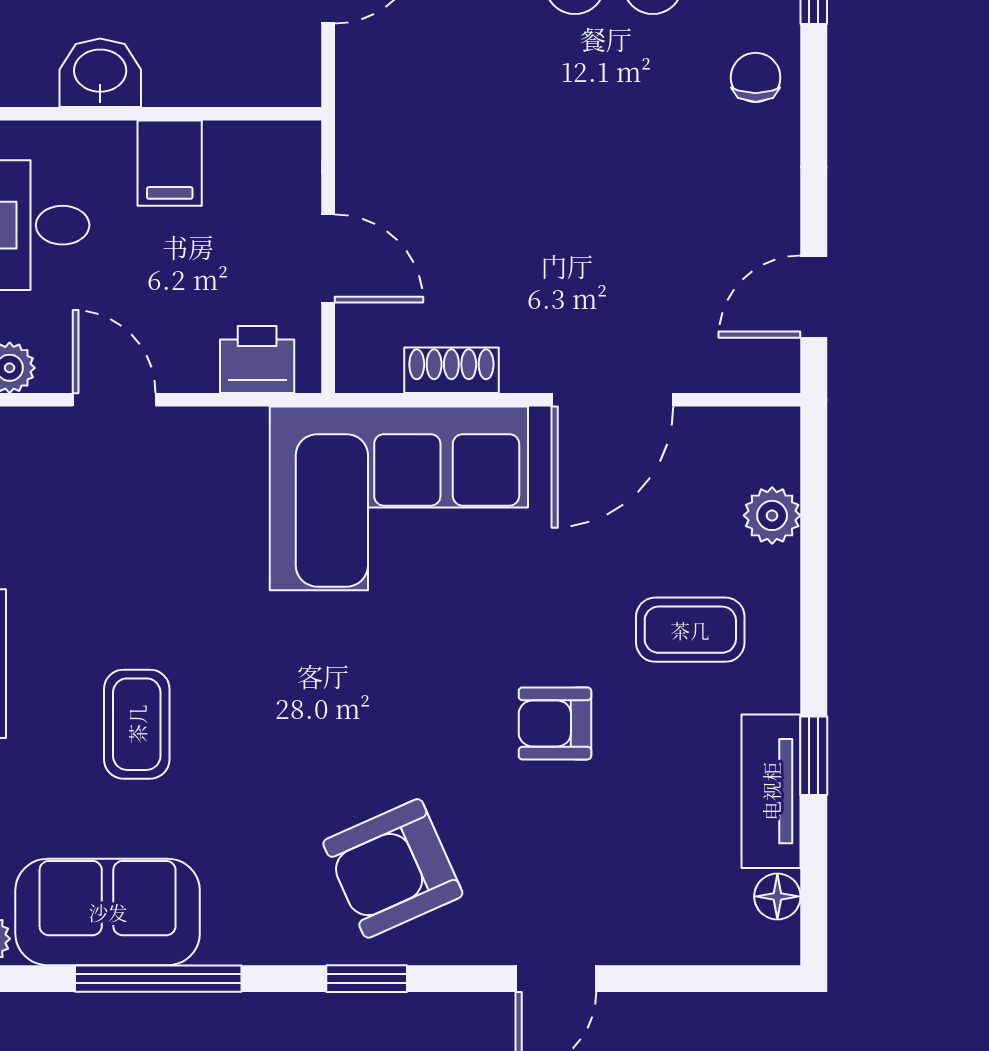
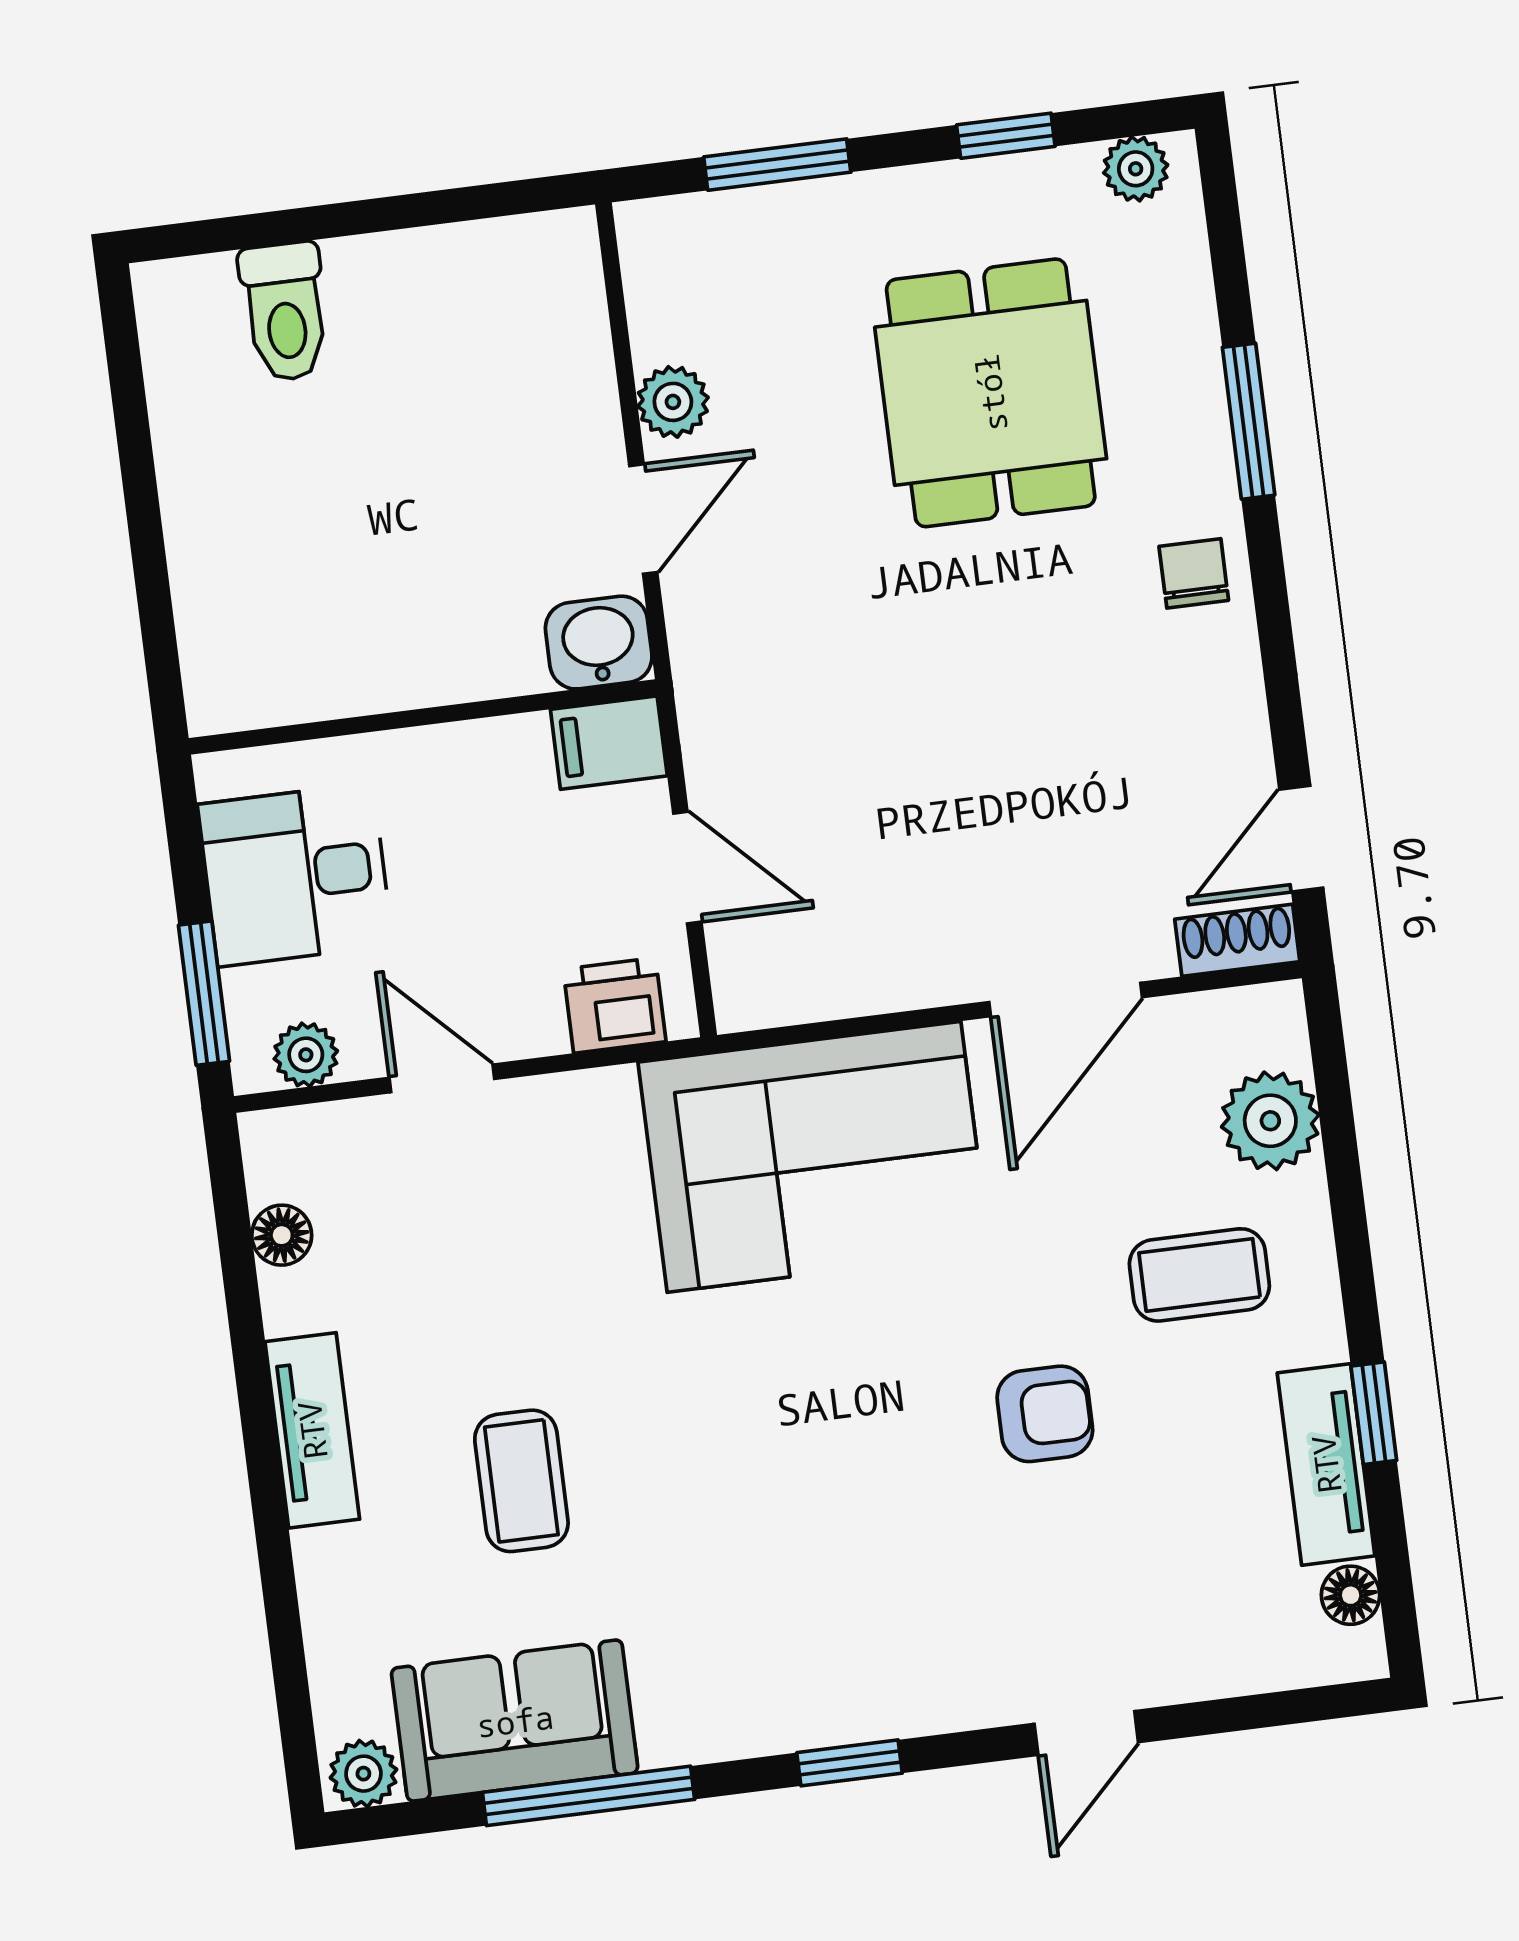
washbasin: (100, 73) -> (599, 643), moved
filing cabinet: (170, 163) -> (609, 743), moved, turned 90
shoe rack: (451, 370) -> (1237, 940), moved
plant: (772, 515) -> (1270, 1121), width x1.38, depth x1.38
armchair: (555, 723) -> (1045, 1414), turned 180
armchair: (393, 868) -> (865, 1621), removed

